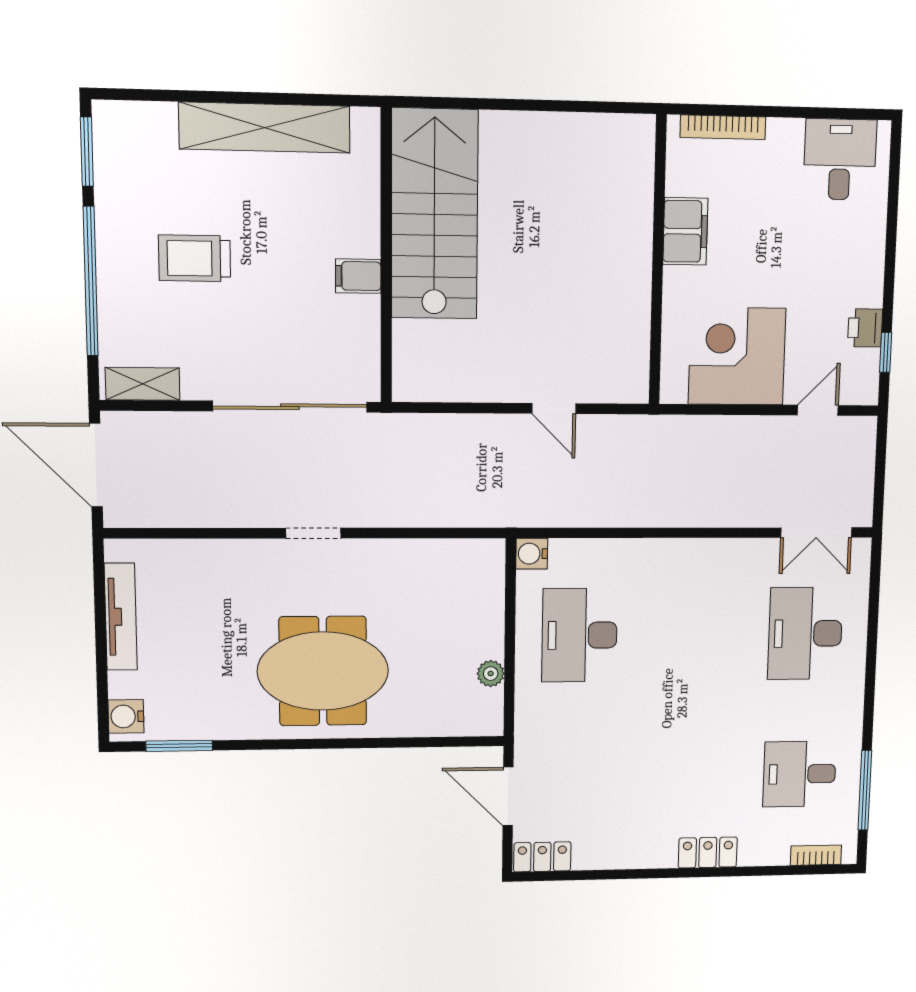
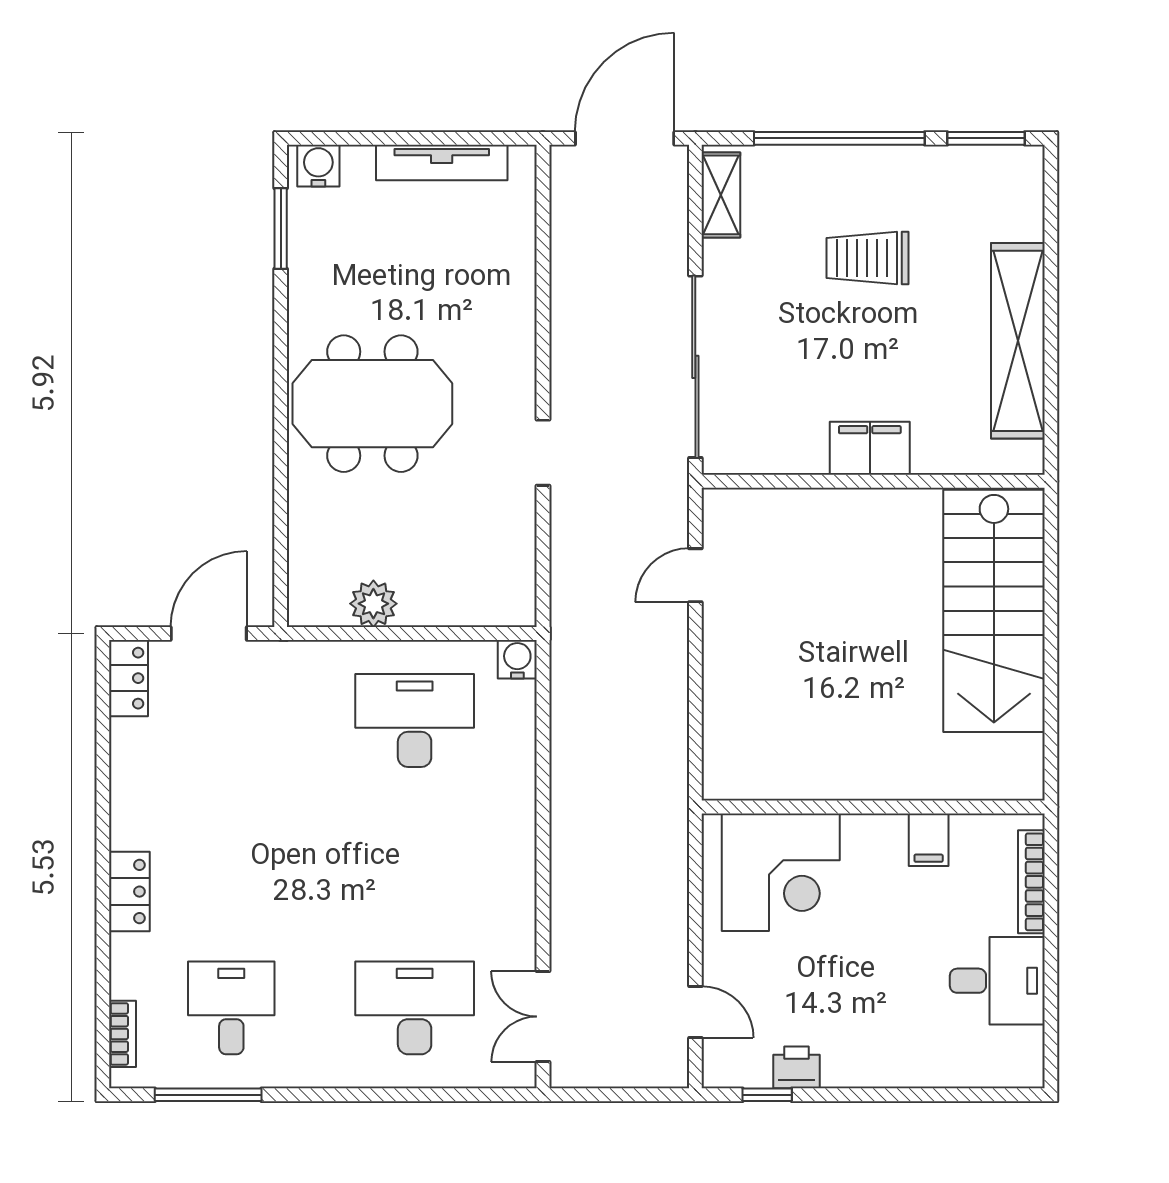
desk: (840, 159) -> (997, 981), moved
stairs: (434, 214) -> (994, 611), moved, turned 90
filing cabinet: (685, 231) -> (929, 840), width x0.50
trolley: (195, 258) -> (867, 258), turned -90
filing cabinet: (358, 276) -> (870, 448), width x2.00
corner desk: (737, 356) -> (781, 872), moved, turned 90
door: (554, 408) -> (695, 575), moved
doorway: (313, 533) -> (543, 453), moved
meeting table: (323, 671) -> (372, 404), turned 90
plant: (491, 674) -> (373, 604), width x1.38, depth x1.38

